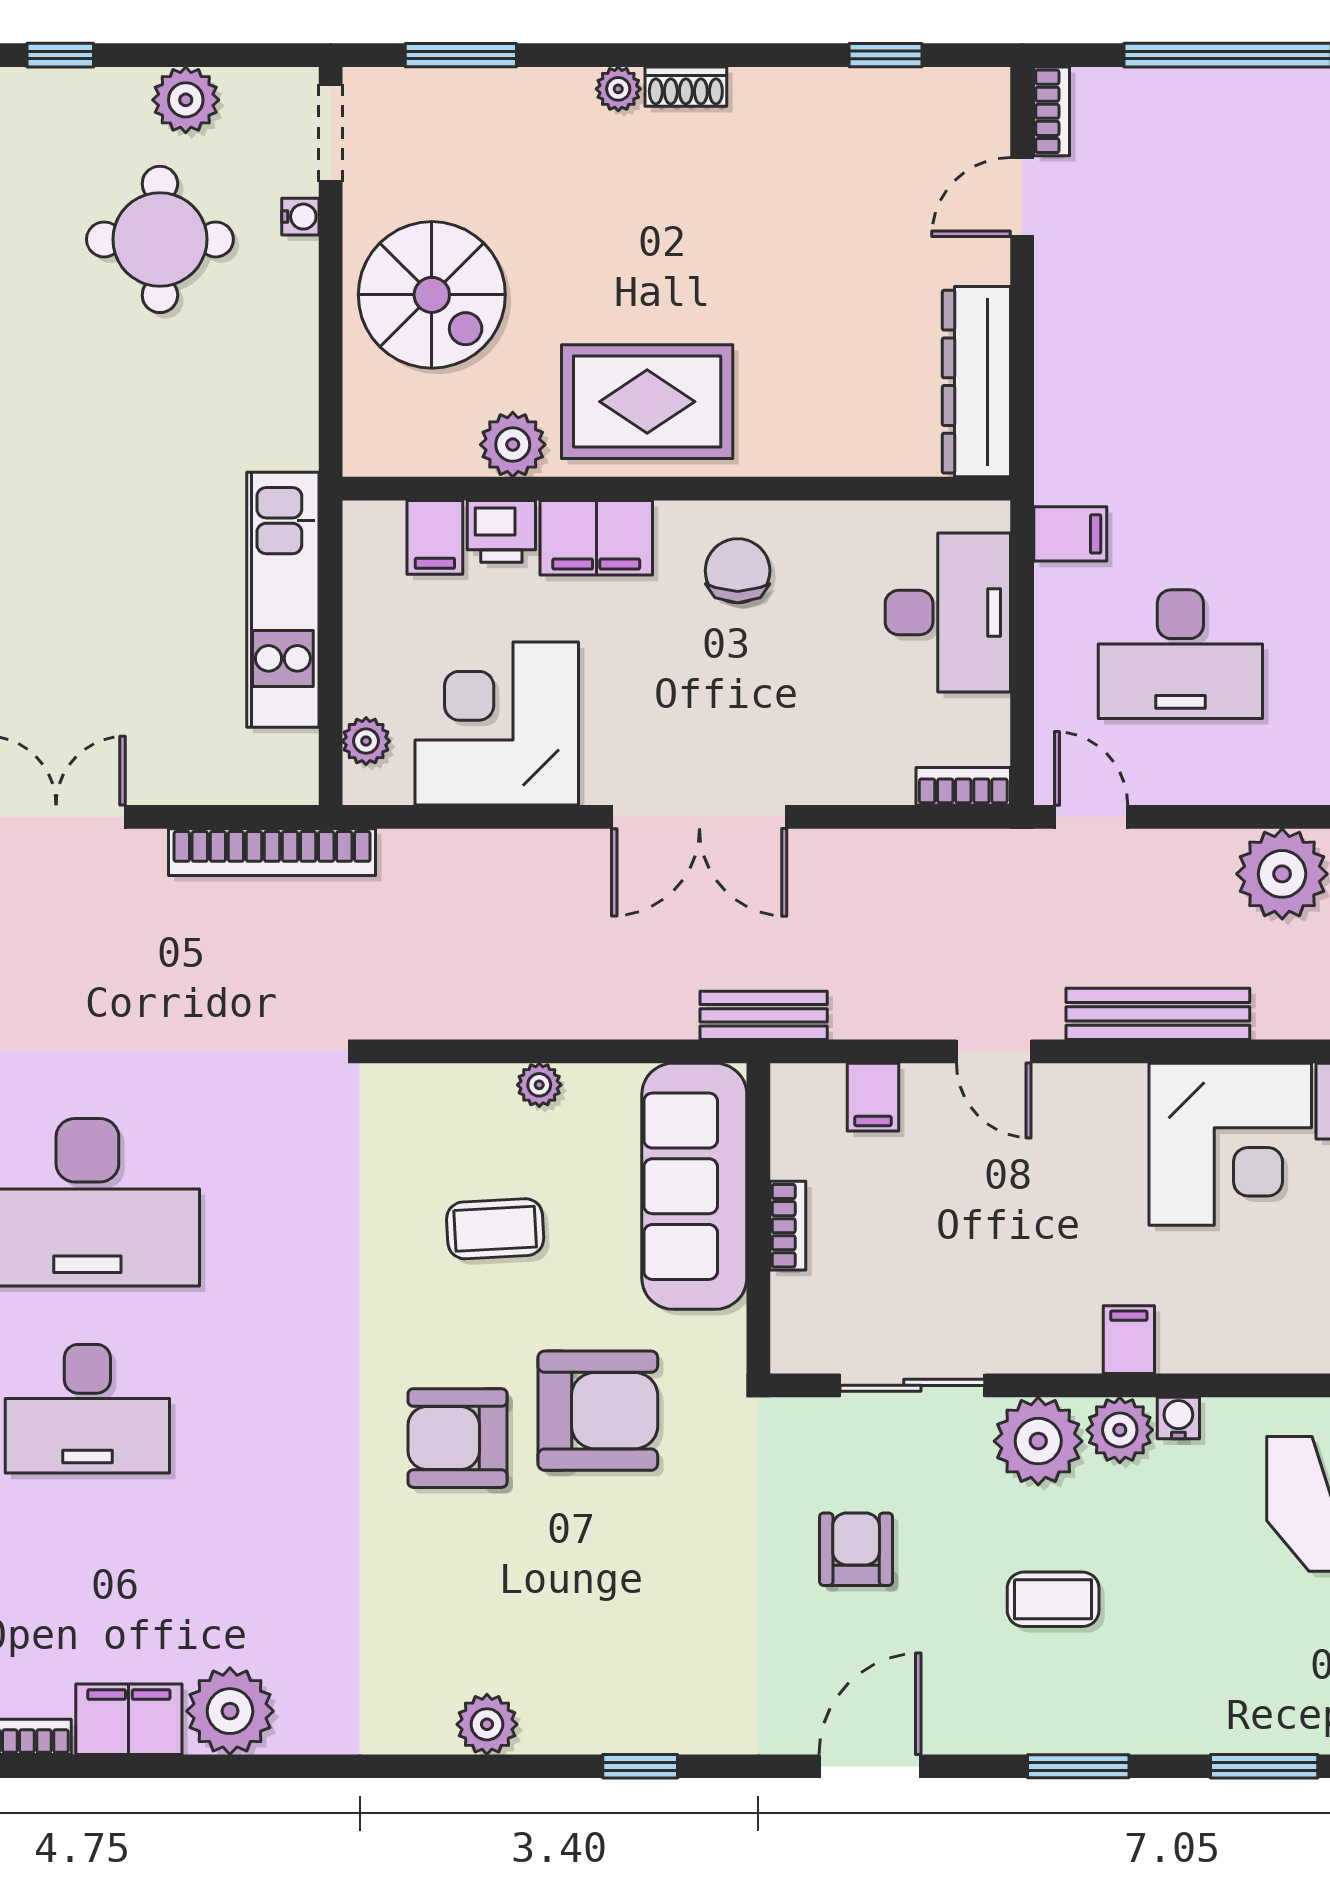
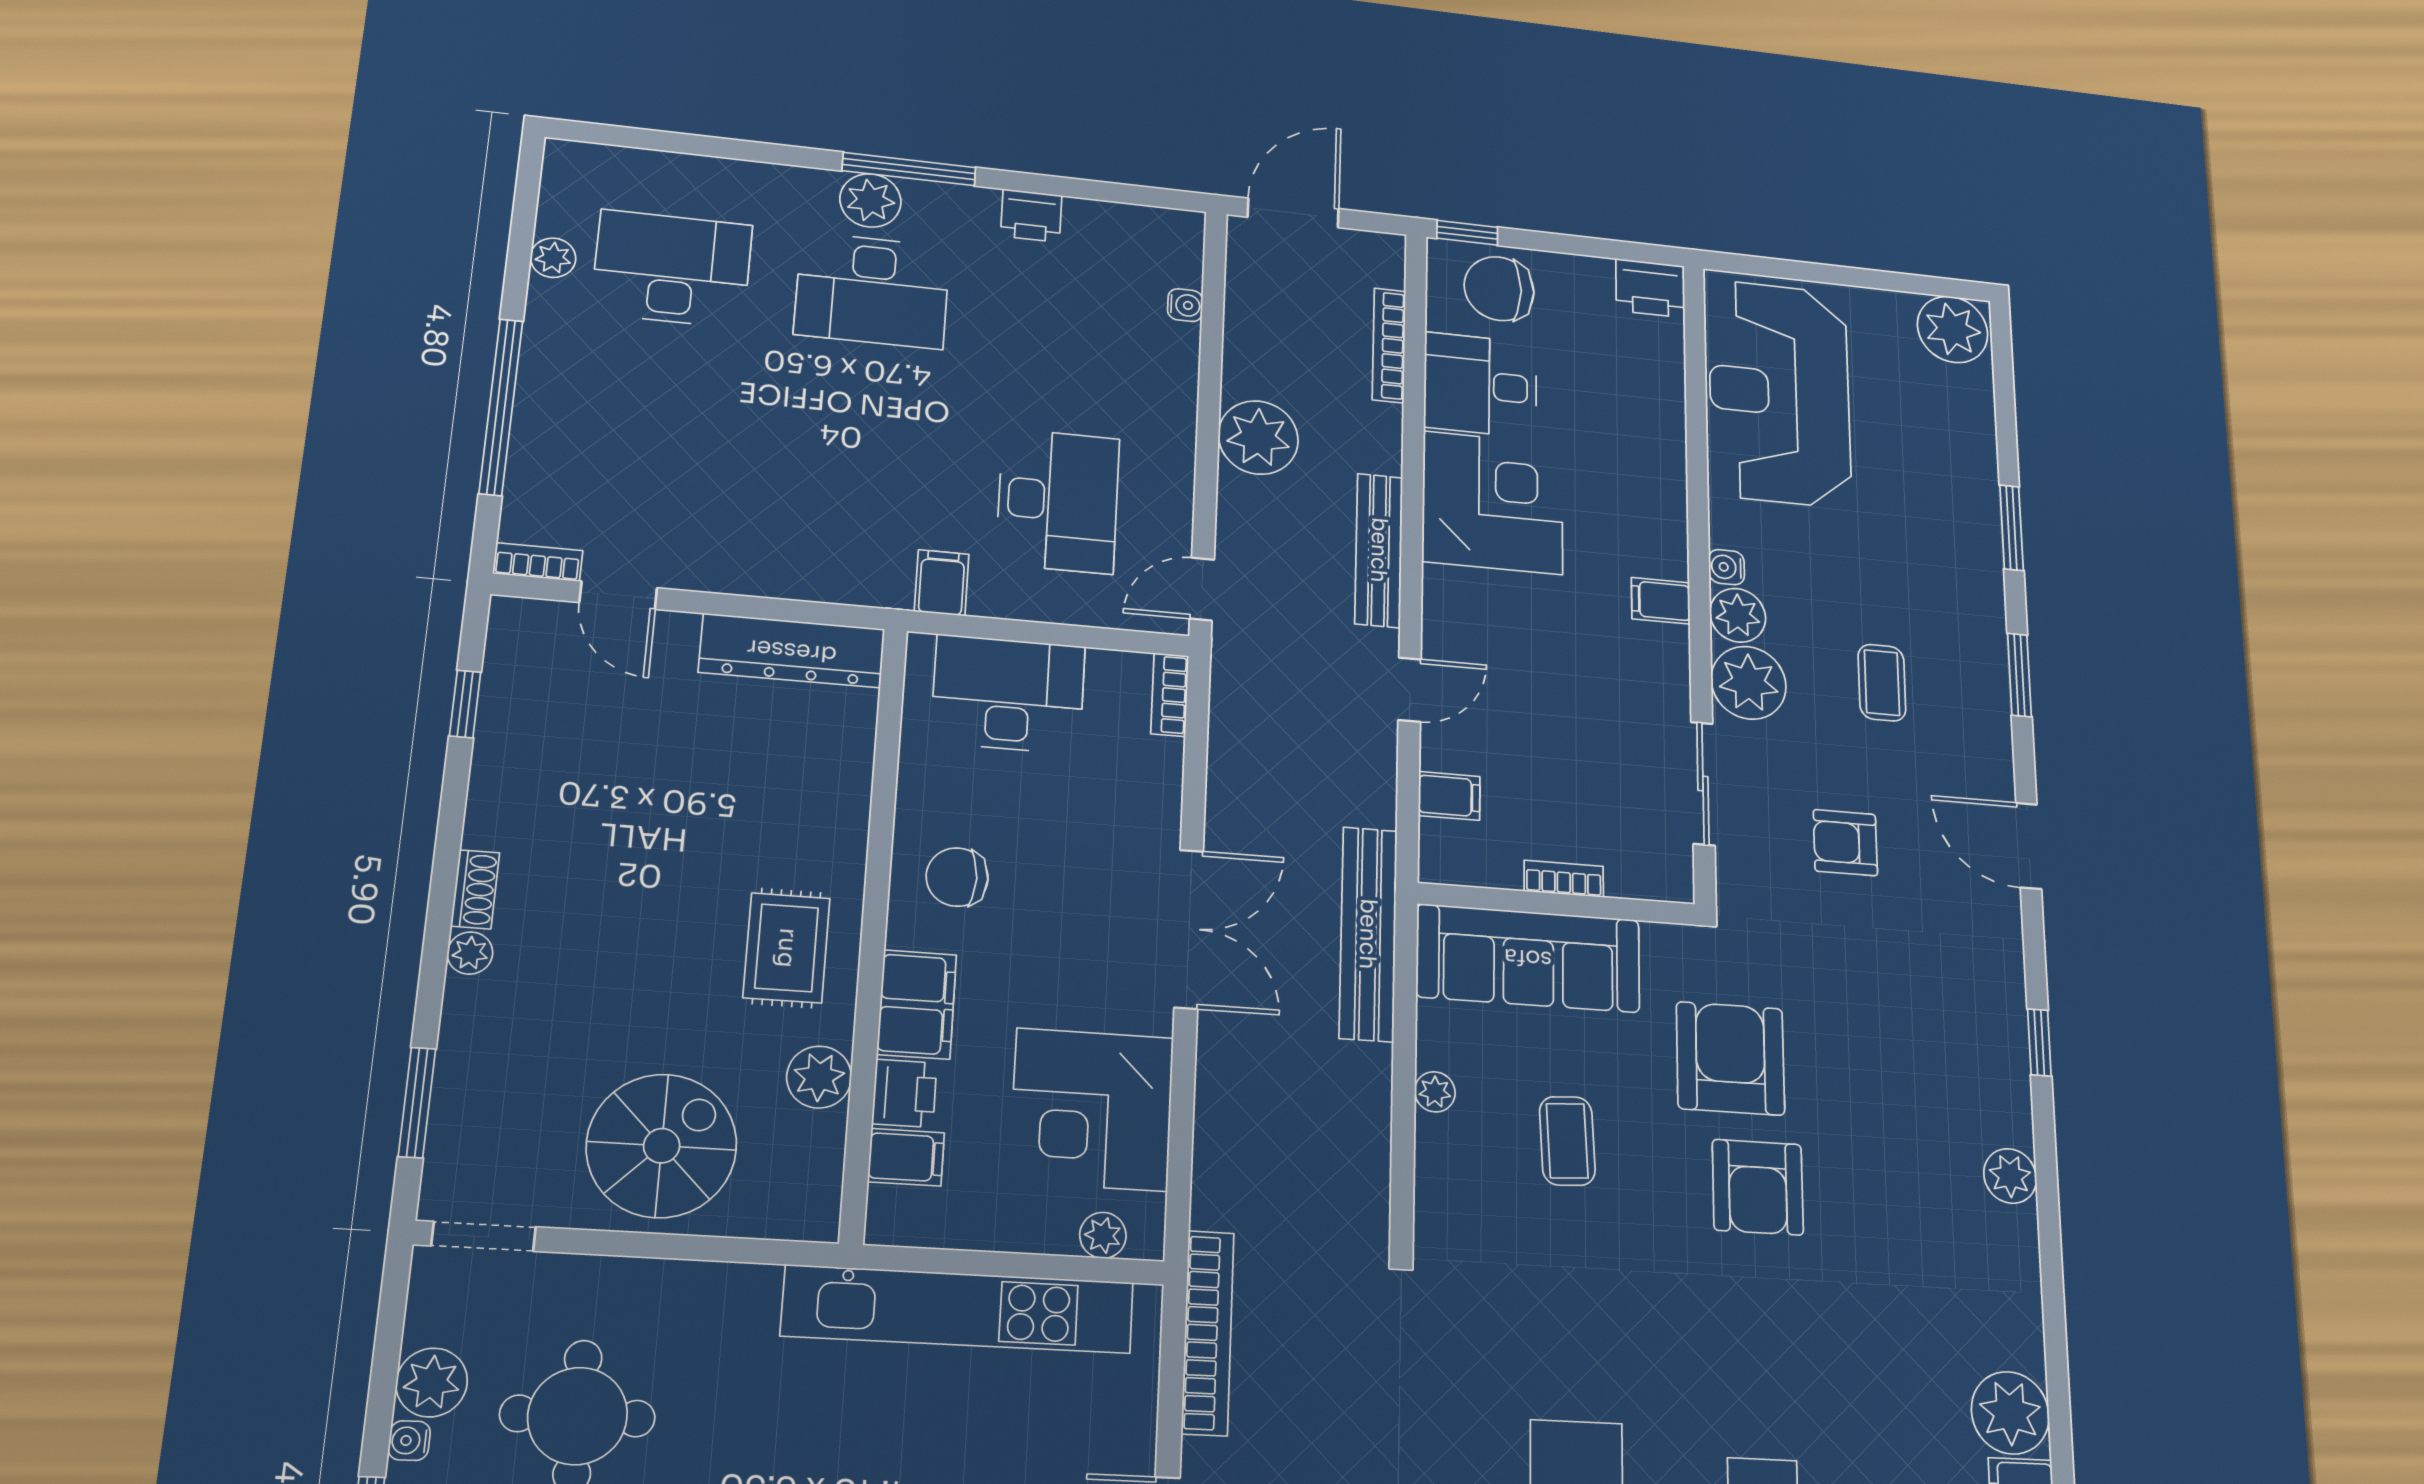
water cooler: (300, 217) -> (409, 1441), moved, turned -90
rug: (647, 402) -> (787, 948), width x0.73, depth x0.70
kitchen unit: (283, 600) -> (959, 1309), width x1.36
bench: (764, 1015) -> (1368, 934), width x1.86, depth x1.21

